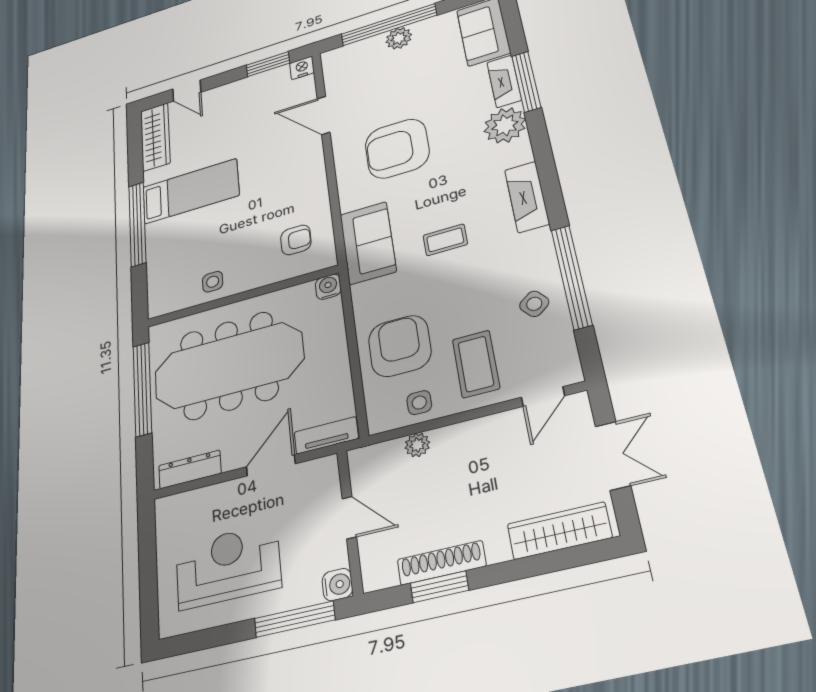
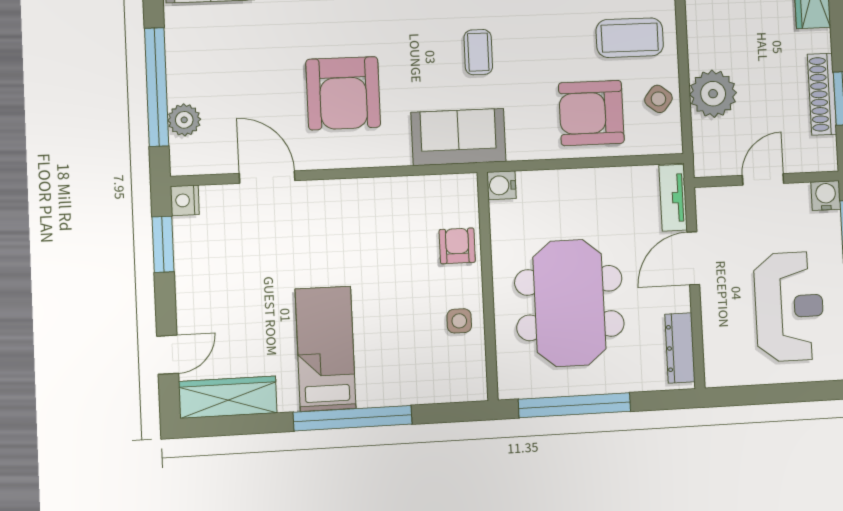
plant: (399, 38) -> (184, 120), moved
door: (324, 115) -> (267, 177), swing flipped
armchair: (296, 240) -> (457, 246), moved
meeting table: (228, 365) -> (569, 303), width x0.73
side table: (419, 403) -> (658, 99), turned 38
plant: (417, 445) -> (713, 94), width x1.88, depth x1.88
door: (271, 465) -> (693, 258), hinge flipped
reception desk: (228, 566) -> (789, 307), turned 180

